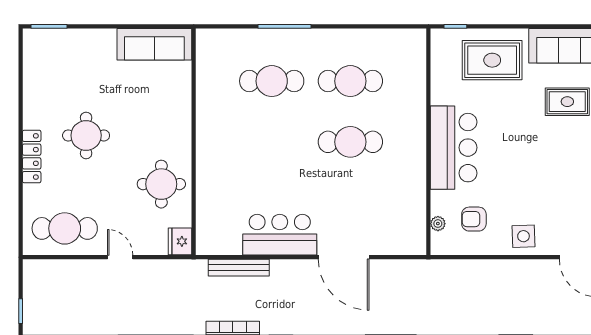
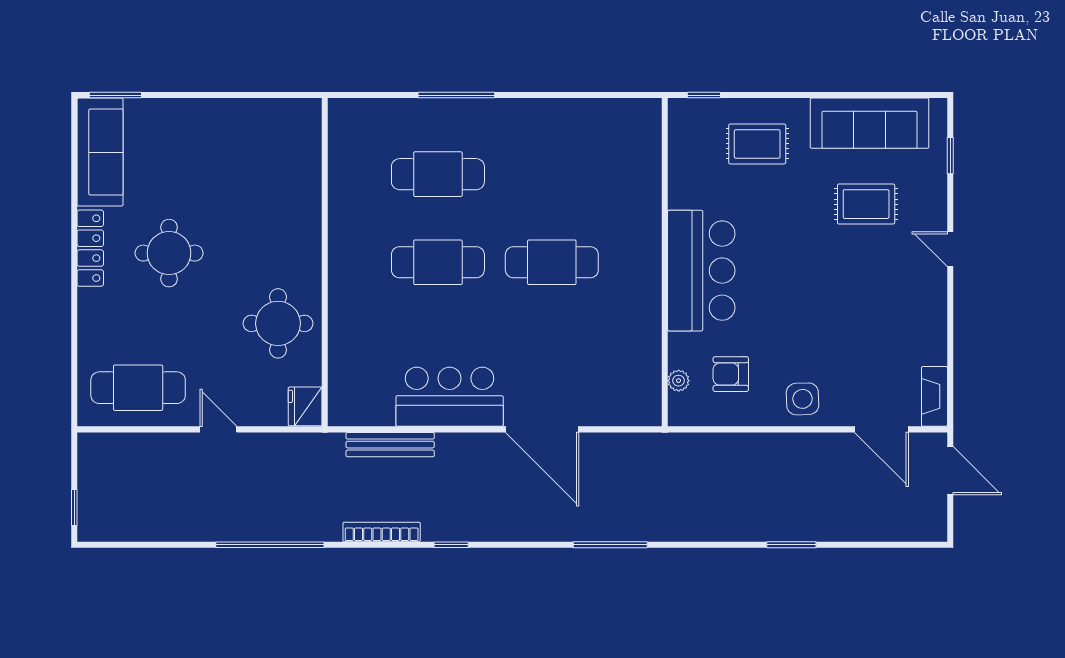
sofa: (154, 44) -> (100, 152), moved, turned -90
rug: (492, 60) -> (757, 144), width x0.73, depth x0.70
cafe table: (350, 81) -> (438, 262), moved
locker: (32, 156) -> (90, 248), moved

